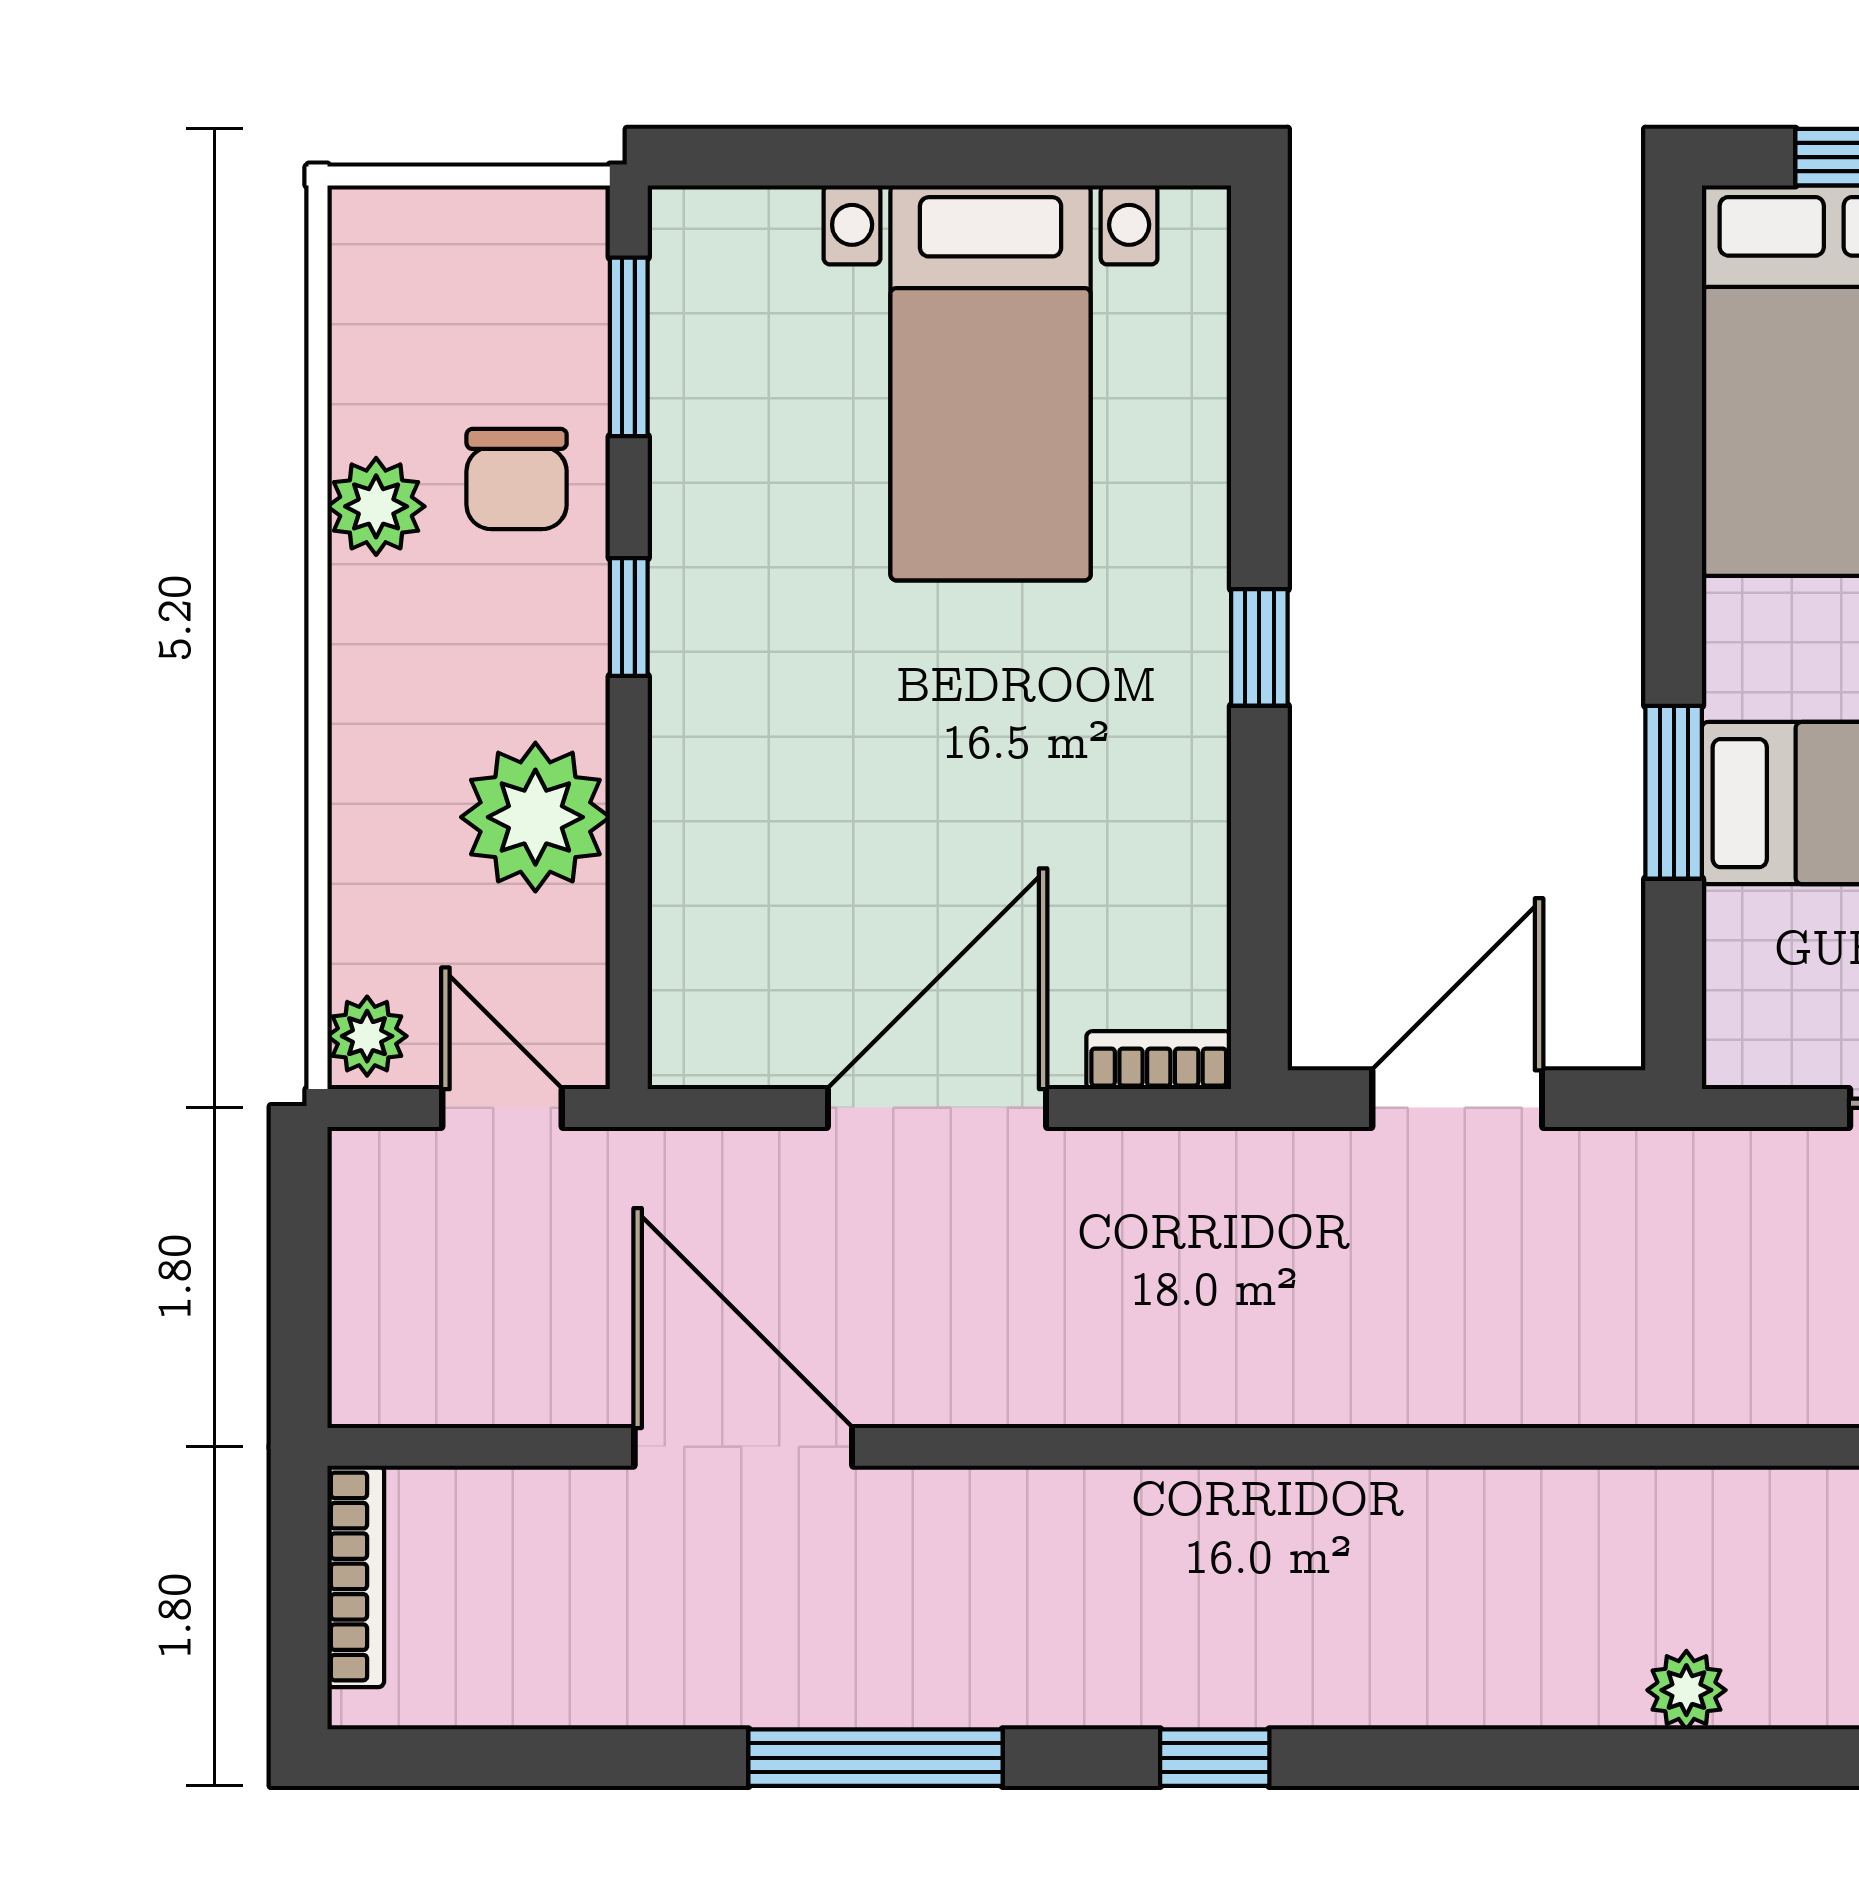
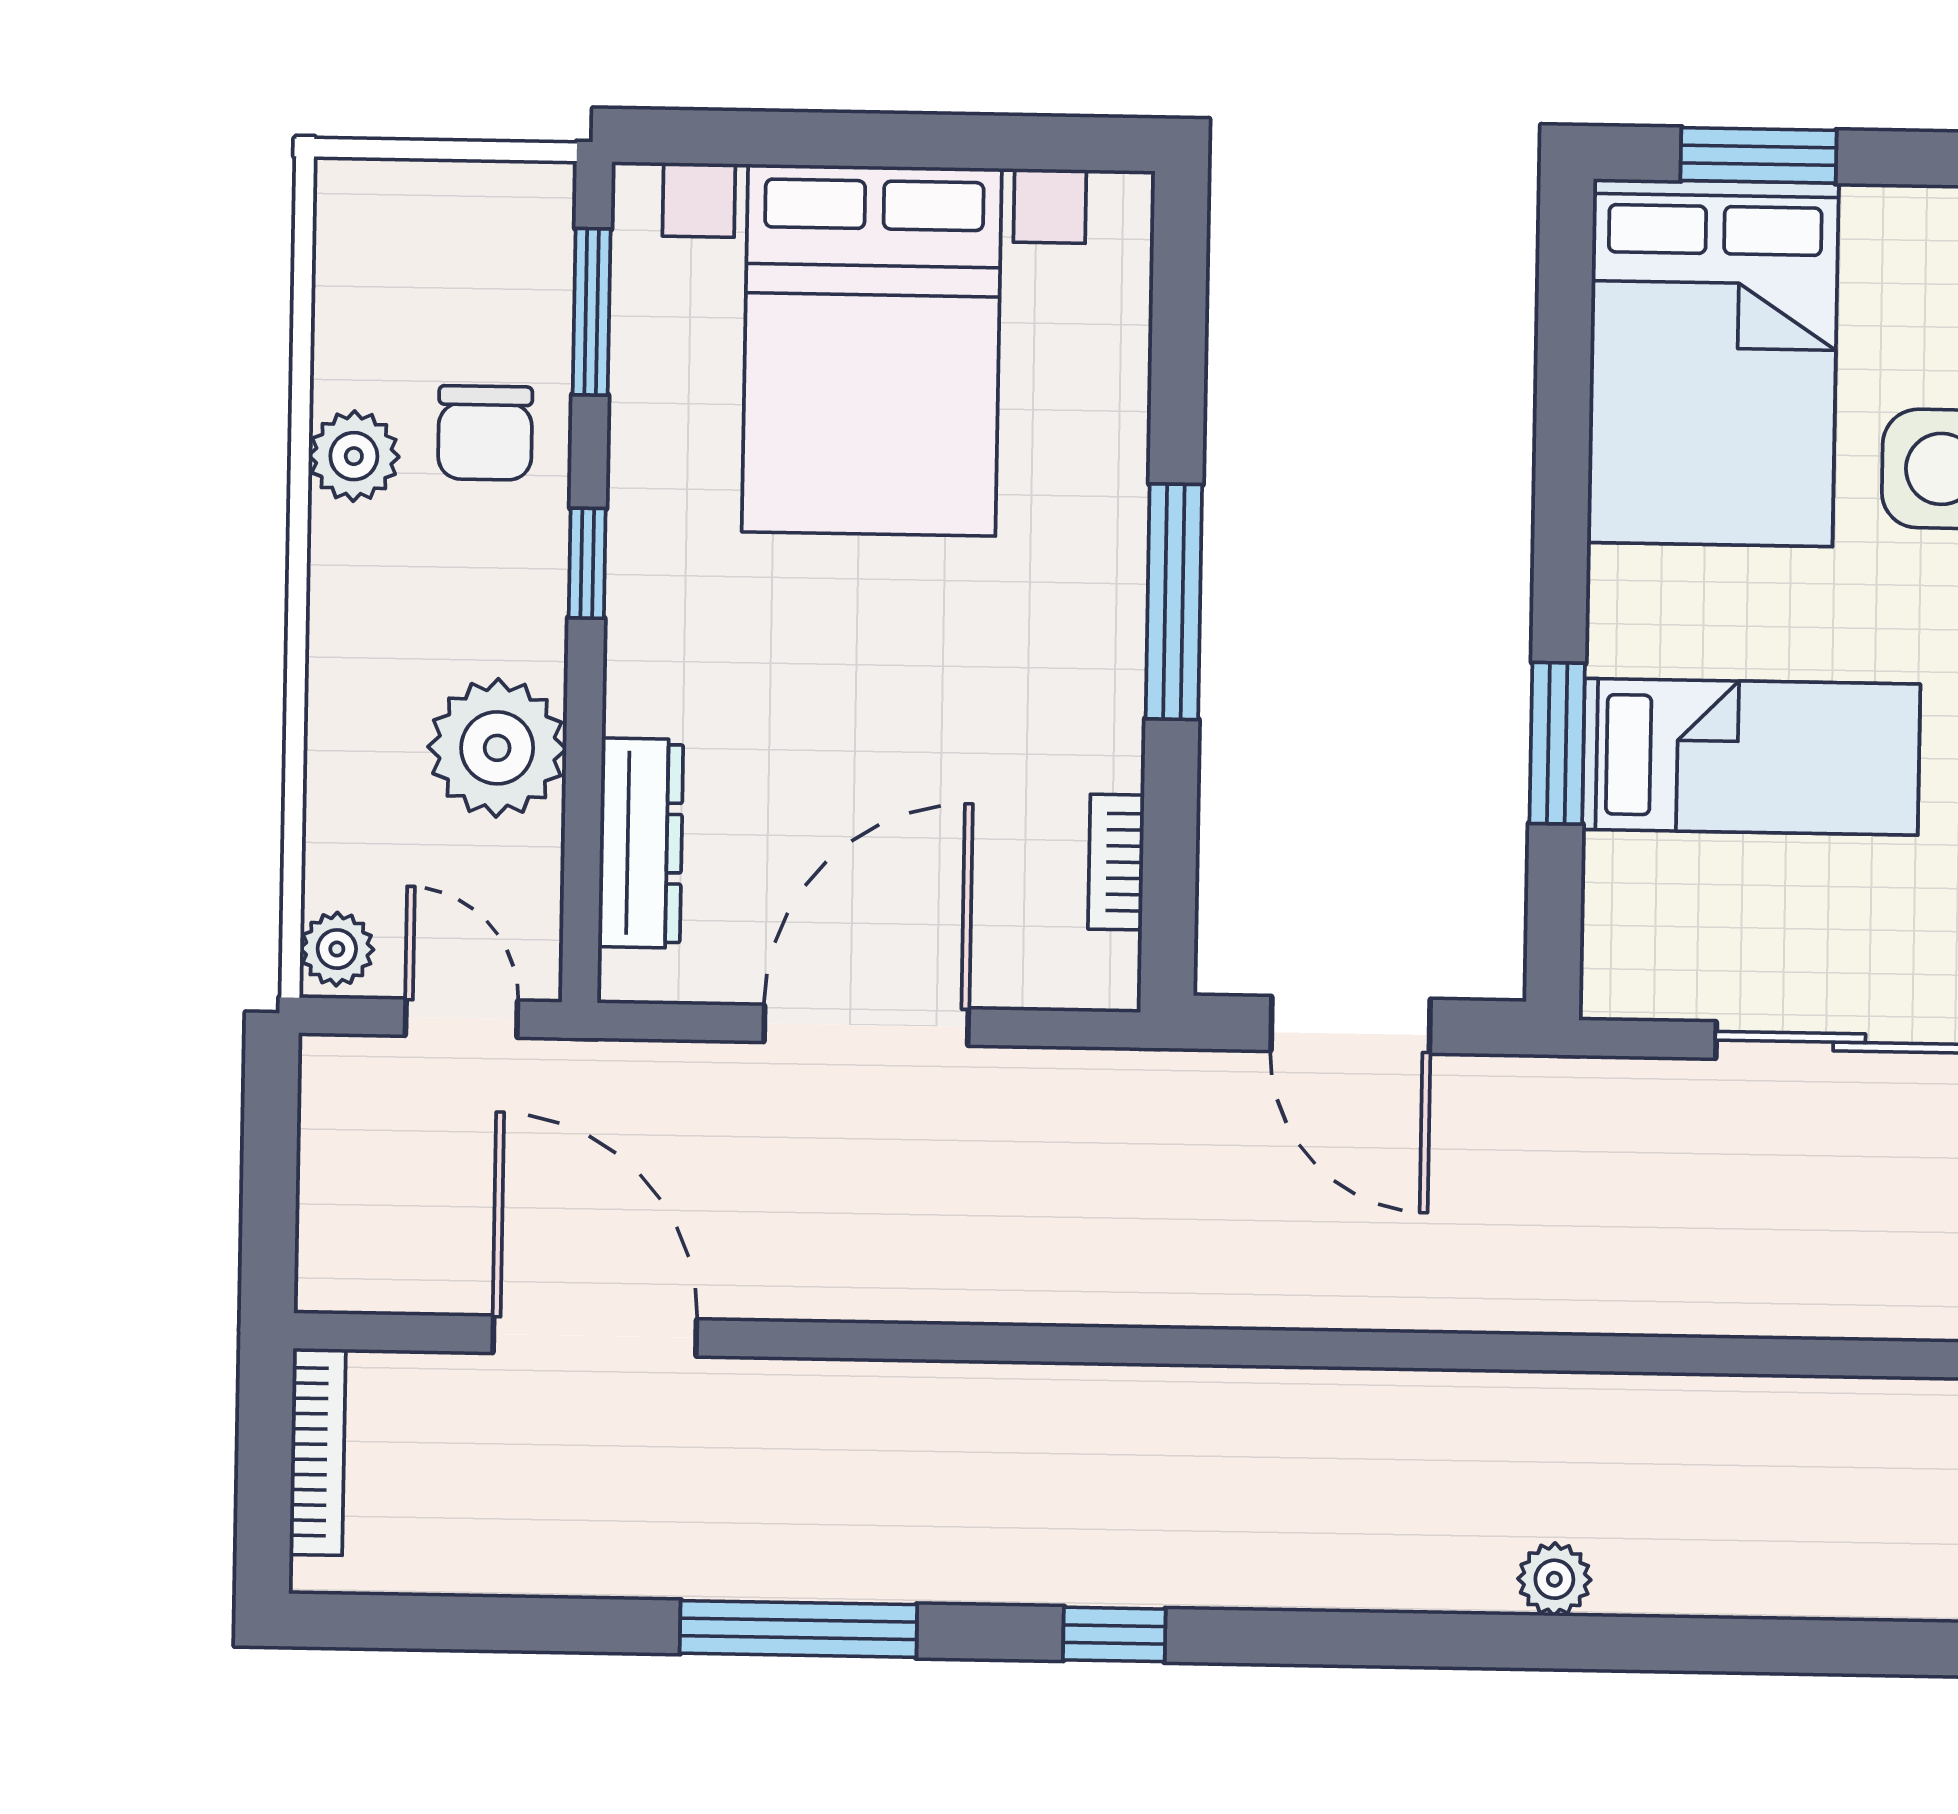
bed with nightstands: (991, 383) -> (872, 350), width x1.36
window: (1259, 647) -> (1174, 602), width x2.17
dresser: (691, 917) -> (641, 843), added
bookcase: (1159, 1060) -> (1116, 862), moved, turned -90
door: (1457, 1099) -> (1351, 1025), swing flipped
door: (743, 1447) -> (595, 1336), moved

